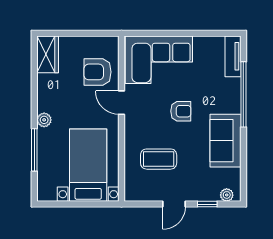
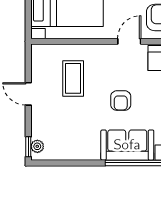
sofa: (225, 141) -> (127, 145), moved
window: (207, 204) -> (28, 147), moved

